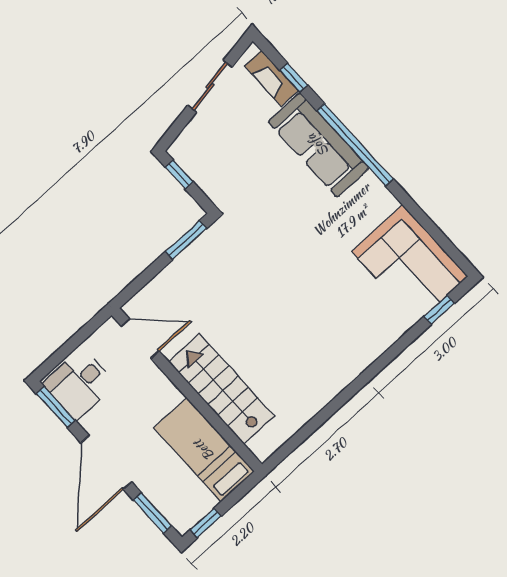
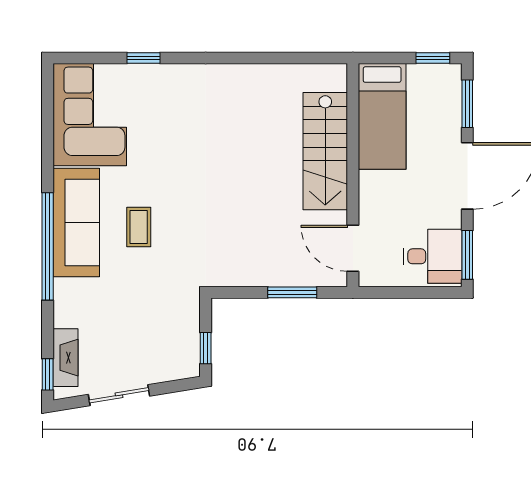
window: (294, 78) -> (48, 374), moved
sofa: (318, 145) -> (76, 222), moved
coffee table: (304, 217) -> (139, 227), added
window: (186, 240) -> (292, 292), moved
window: (439, 310) -> (143, 58), moved

